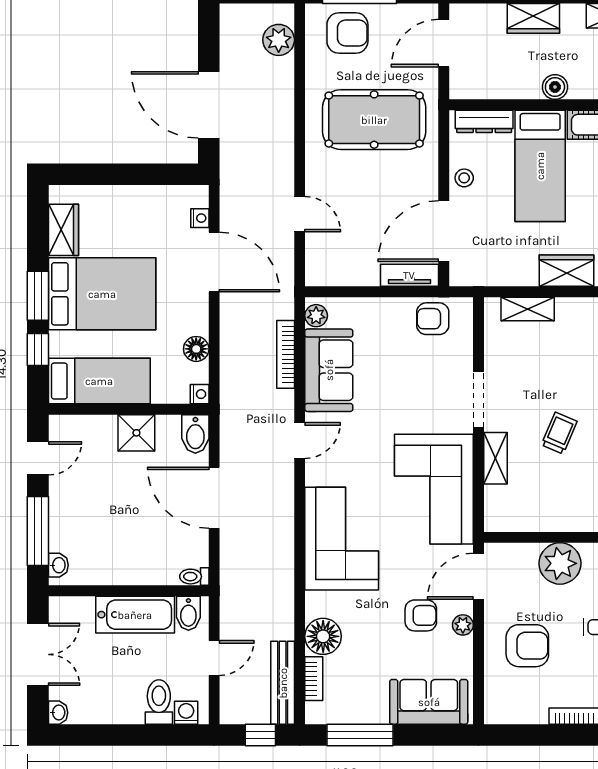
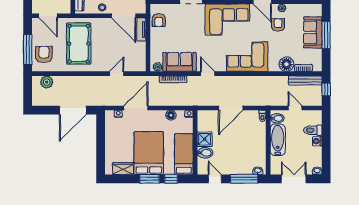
bidet: (195, 434) -> (205, 153), moved
sofa: (429, 702) -> (313, 32), moved
washing machine: (186, 713) -> (317, 141), moved
window: (360, 735) -> (326, 35), moved

